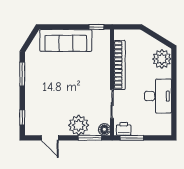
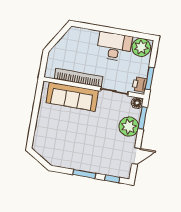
window: (96, 27) -> (38, 93), removed
sofa: (66, 40) -> (72, 97), moved, turned 90
plant: (162, 59) -> (141, 47), moved
window: (22, 74) -> (84, 174), moved

